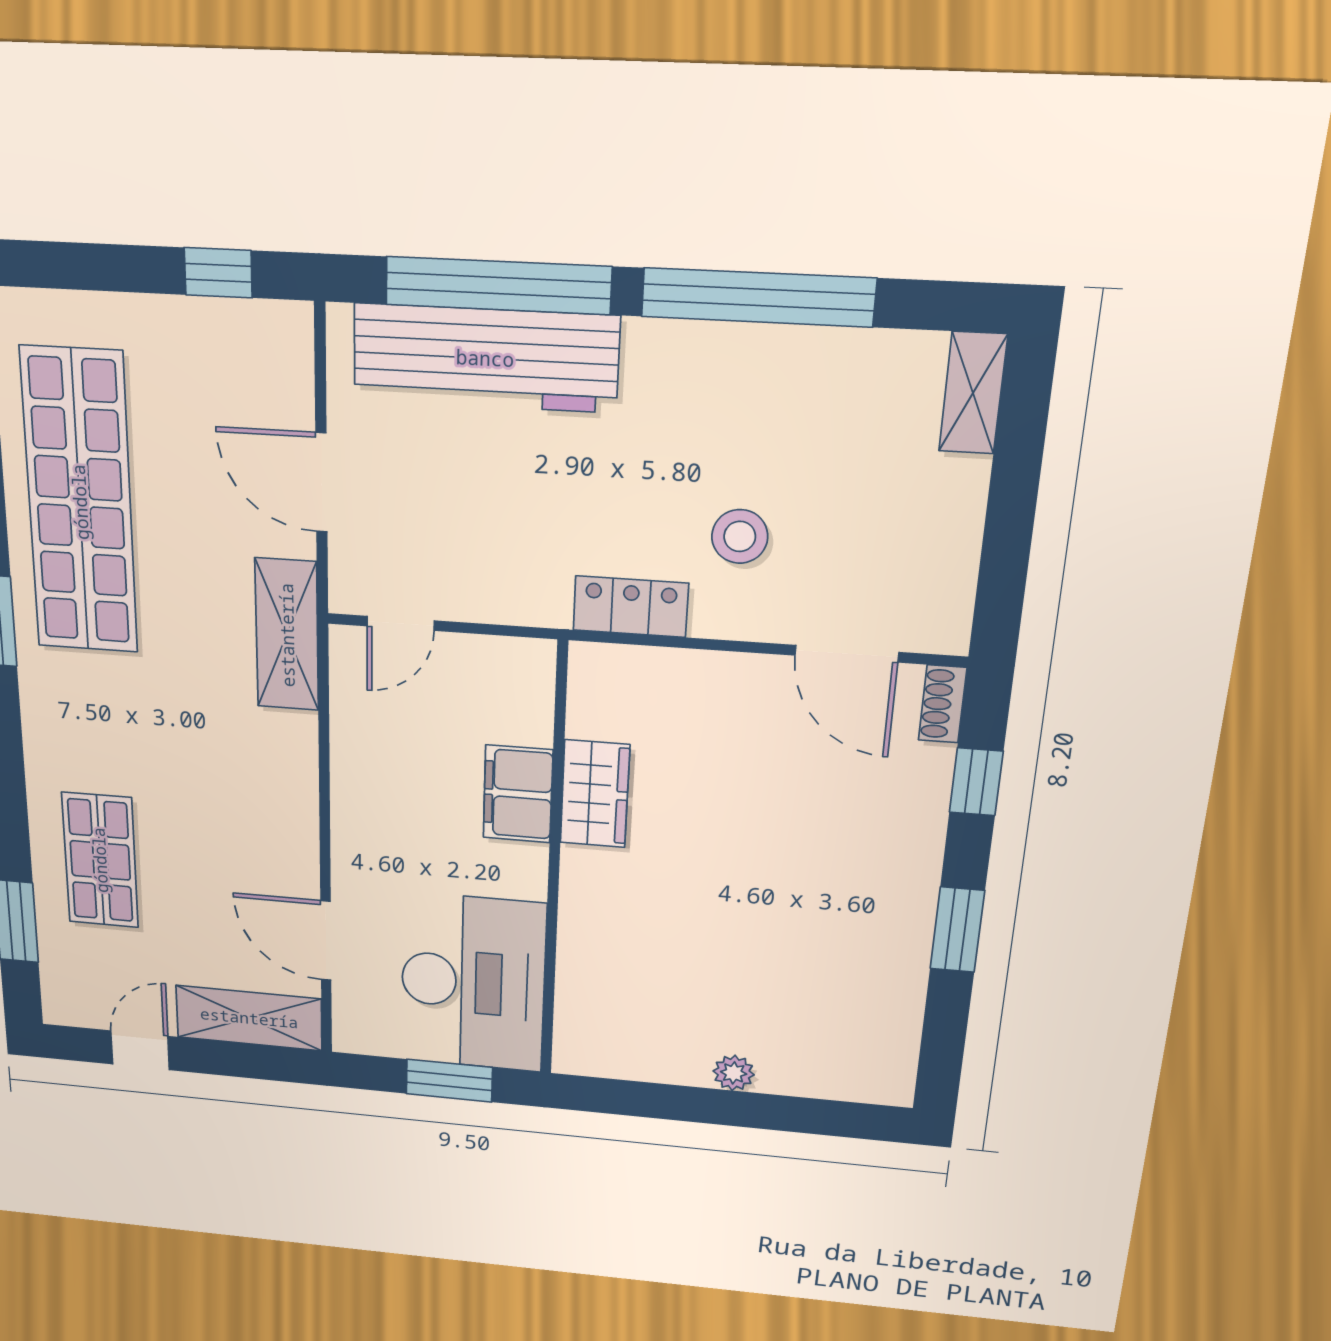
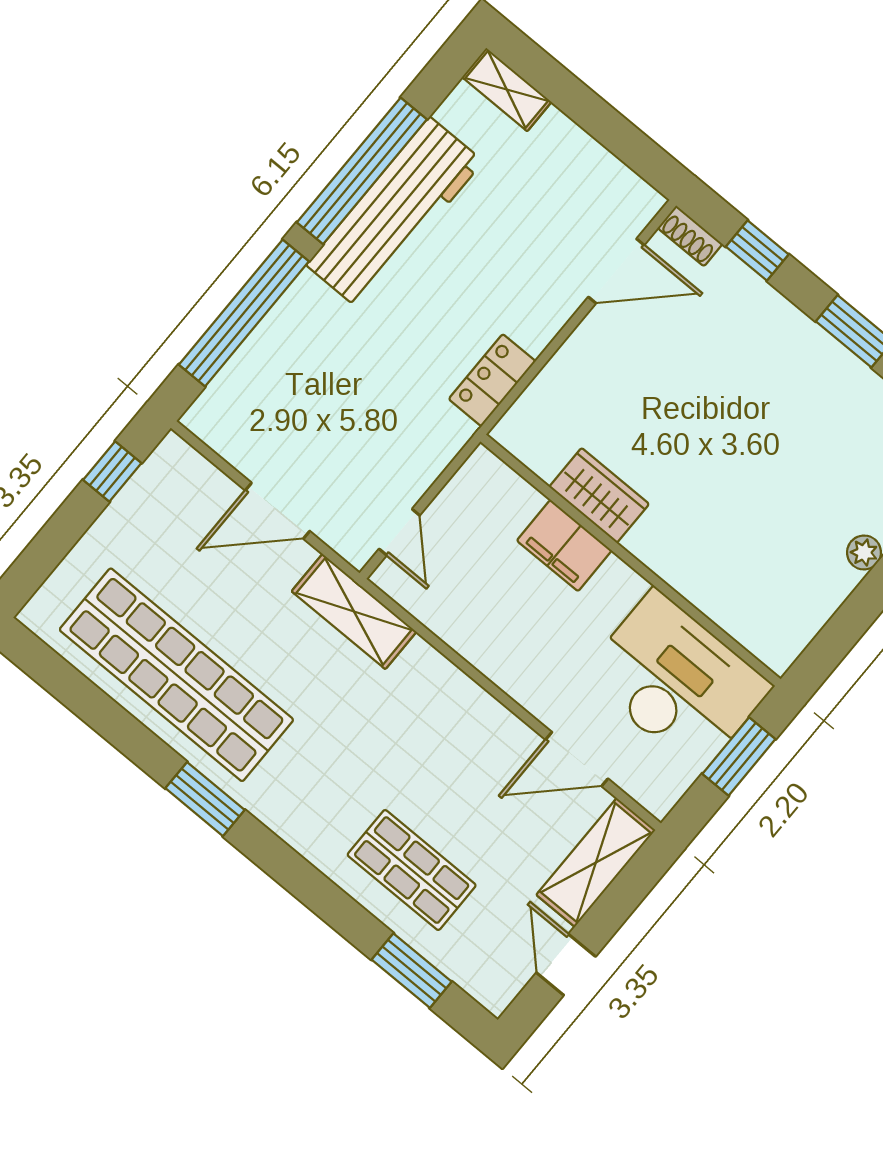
workbench: (485, 358) -> (395, 213), moved
stool: (740, 536) -> (496, 282), removed

